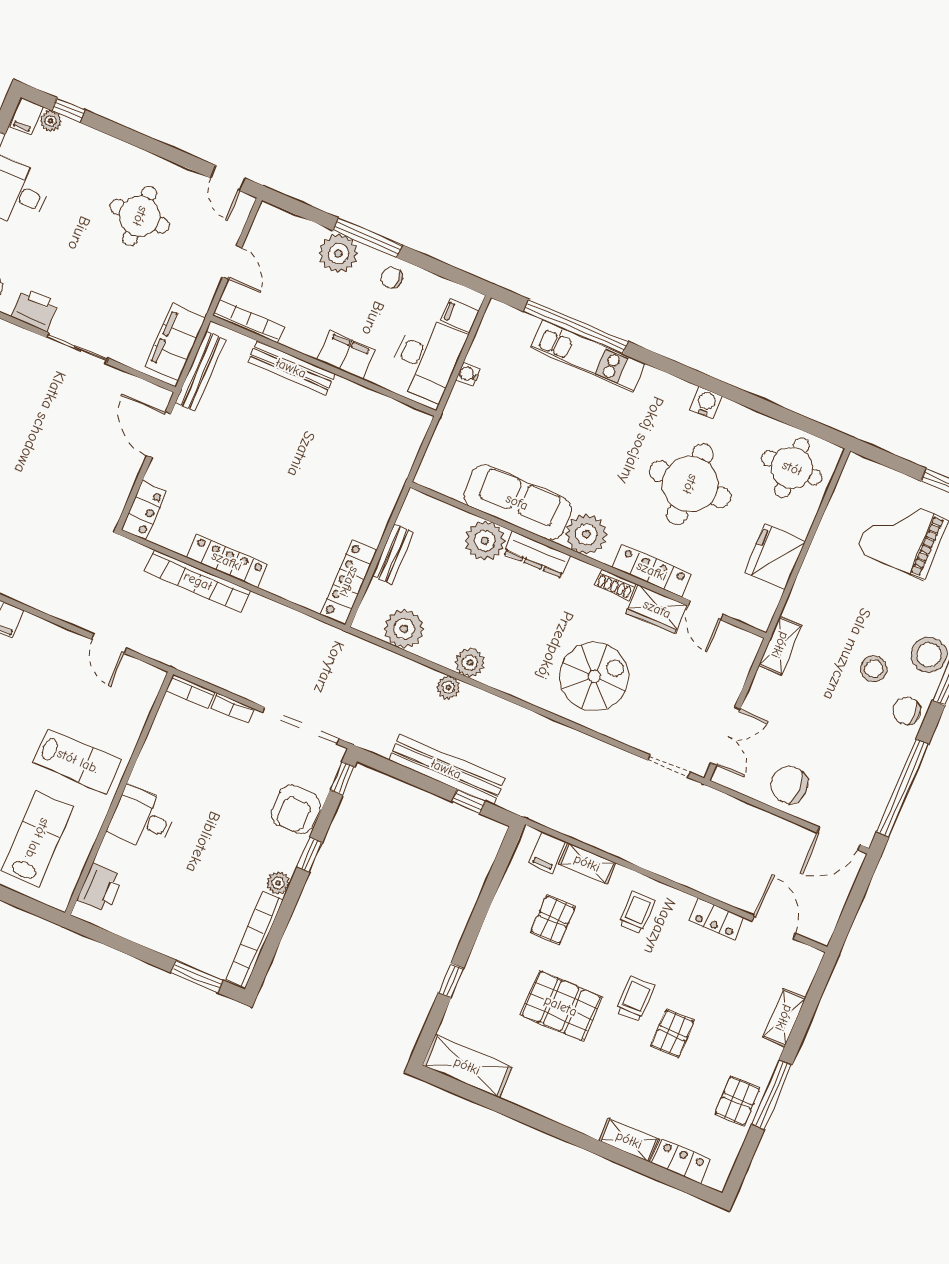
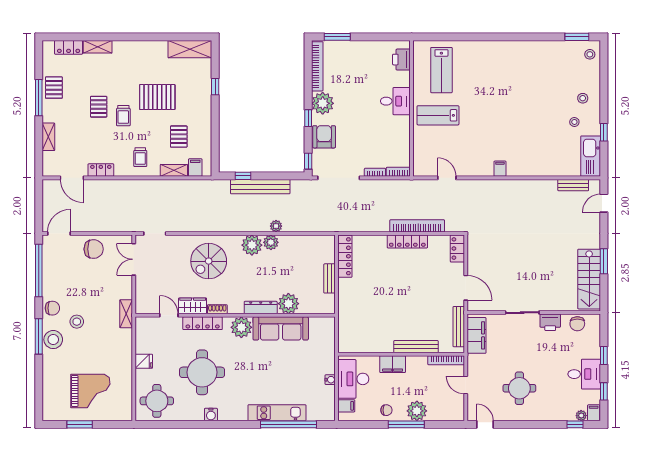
fridge: (775, 557) -> (144, 361), width x0.53, depth x0.75
plant: (404, 629) -> (252, 245), moved
plant: (278, 883) -> (323, 103), width x1.88, depth x1.88

